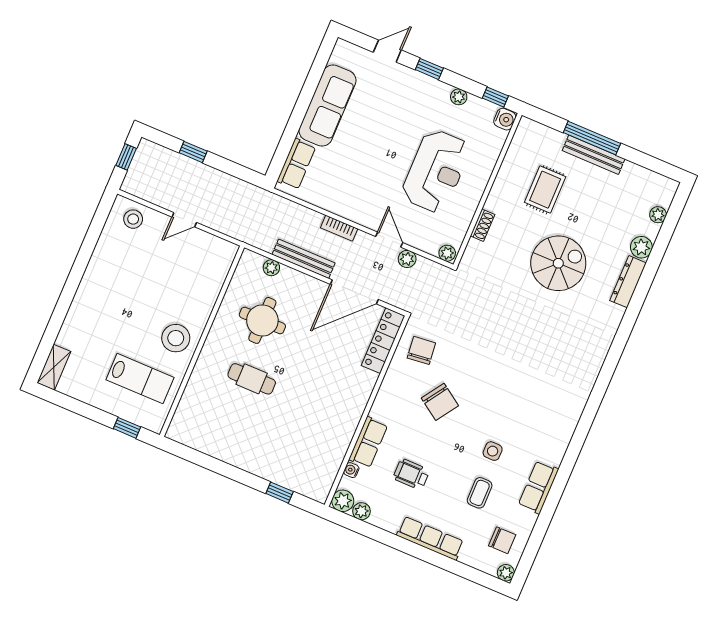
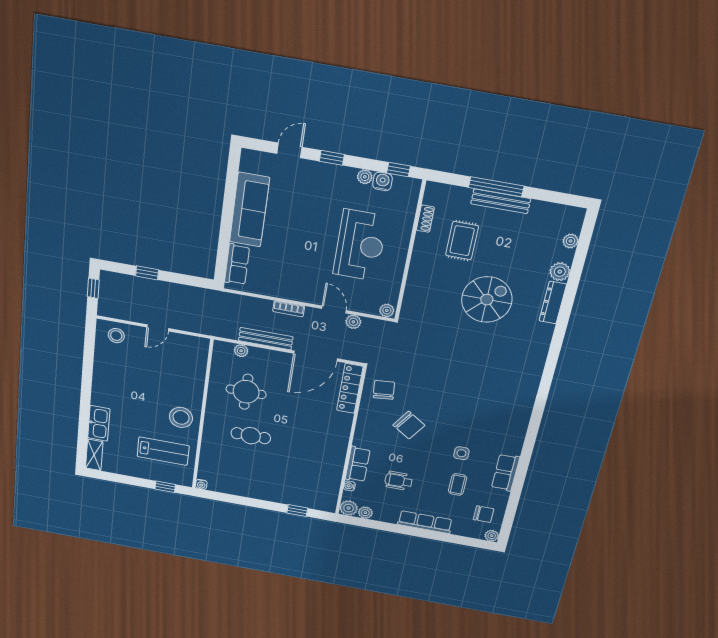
water cooler: (505, 119) -> (382, 181), moved, turned -90
shoe rack: (483, 225) -> (425, 219), moved
kitchen sink: (74, 326) -> (99, 423), added
water cooler: (173, 433) -> (201, 484), added

